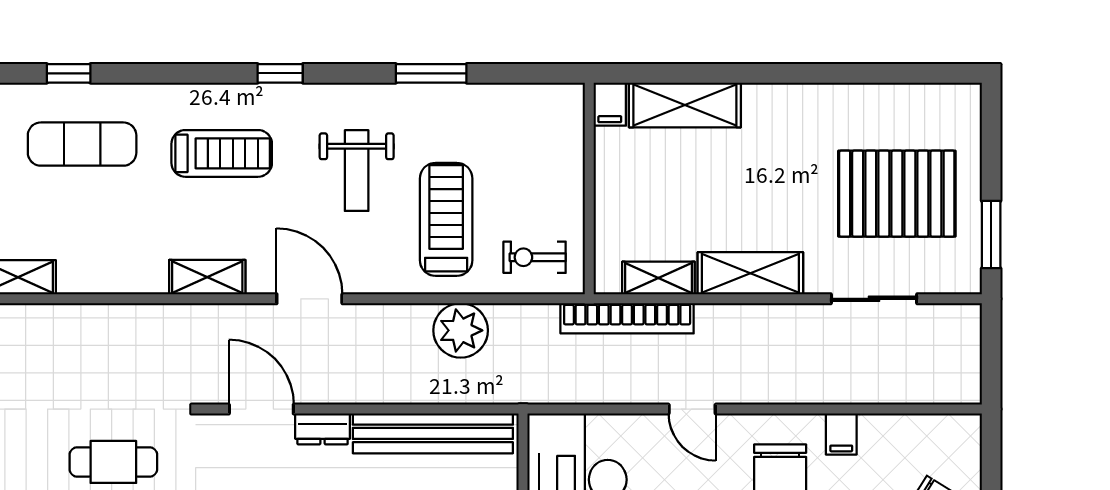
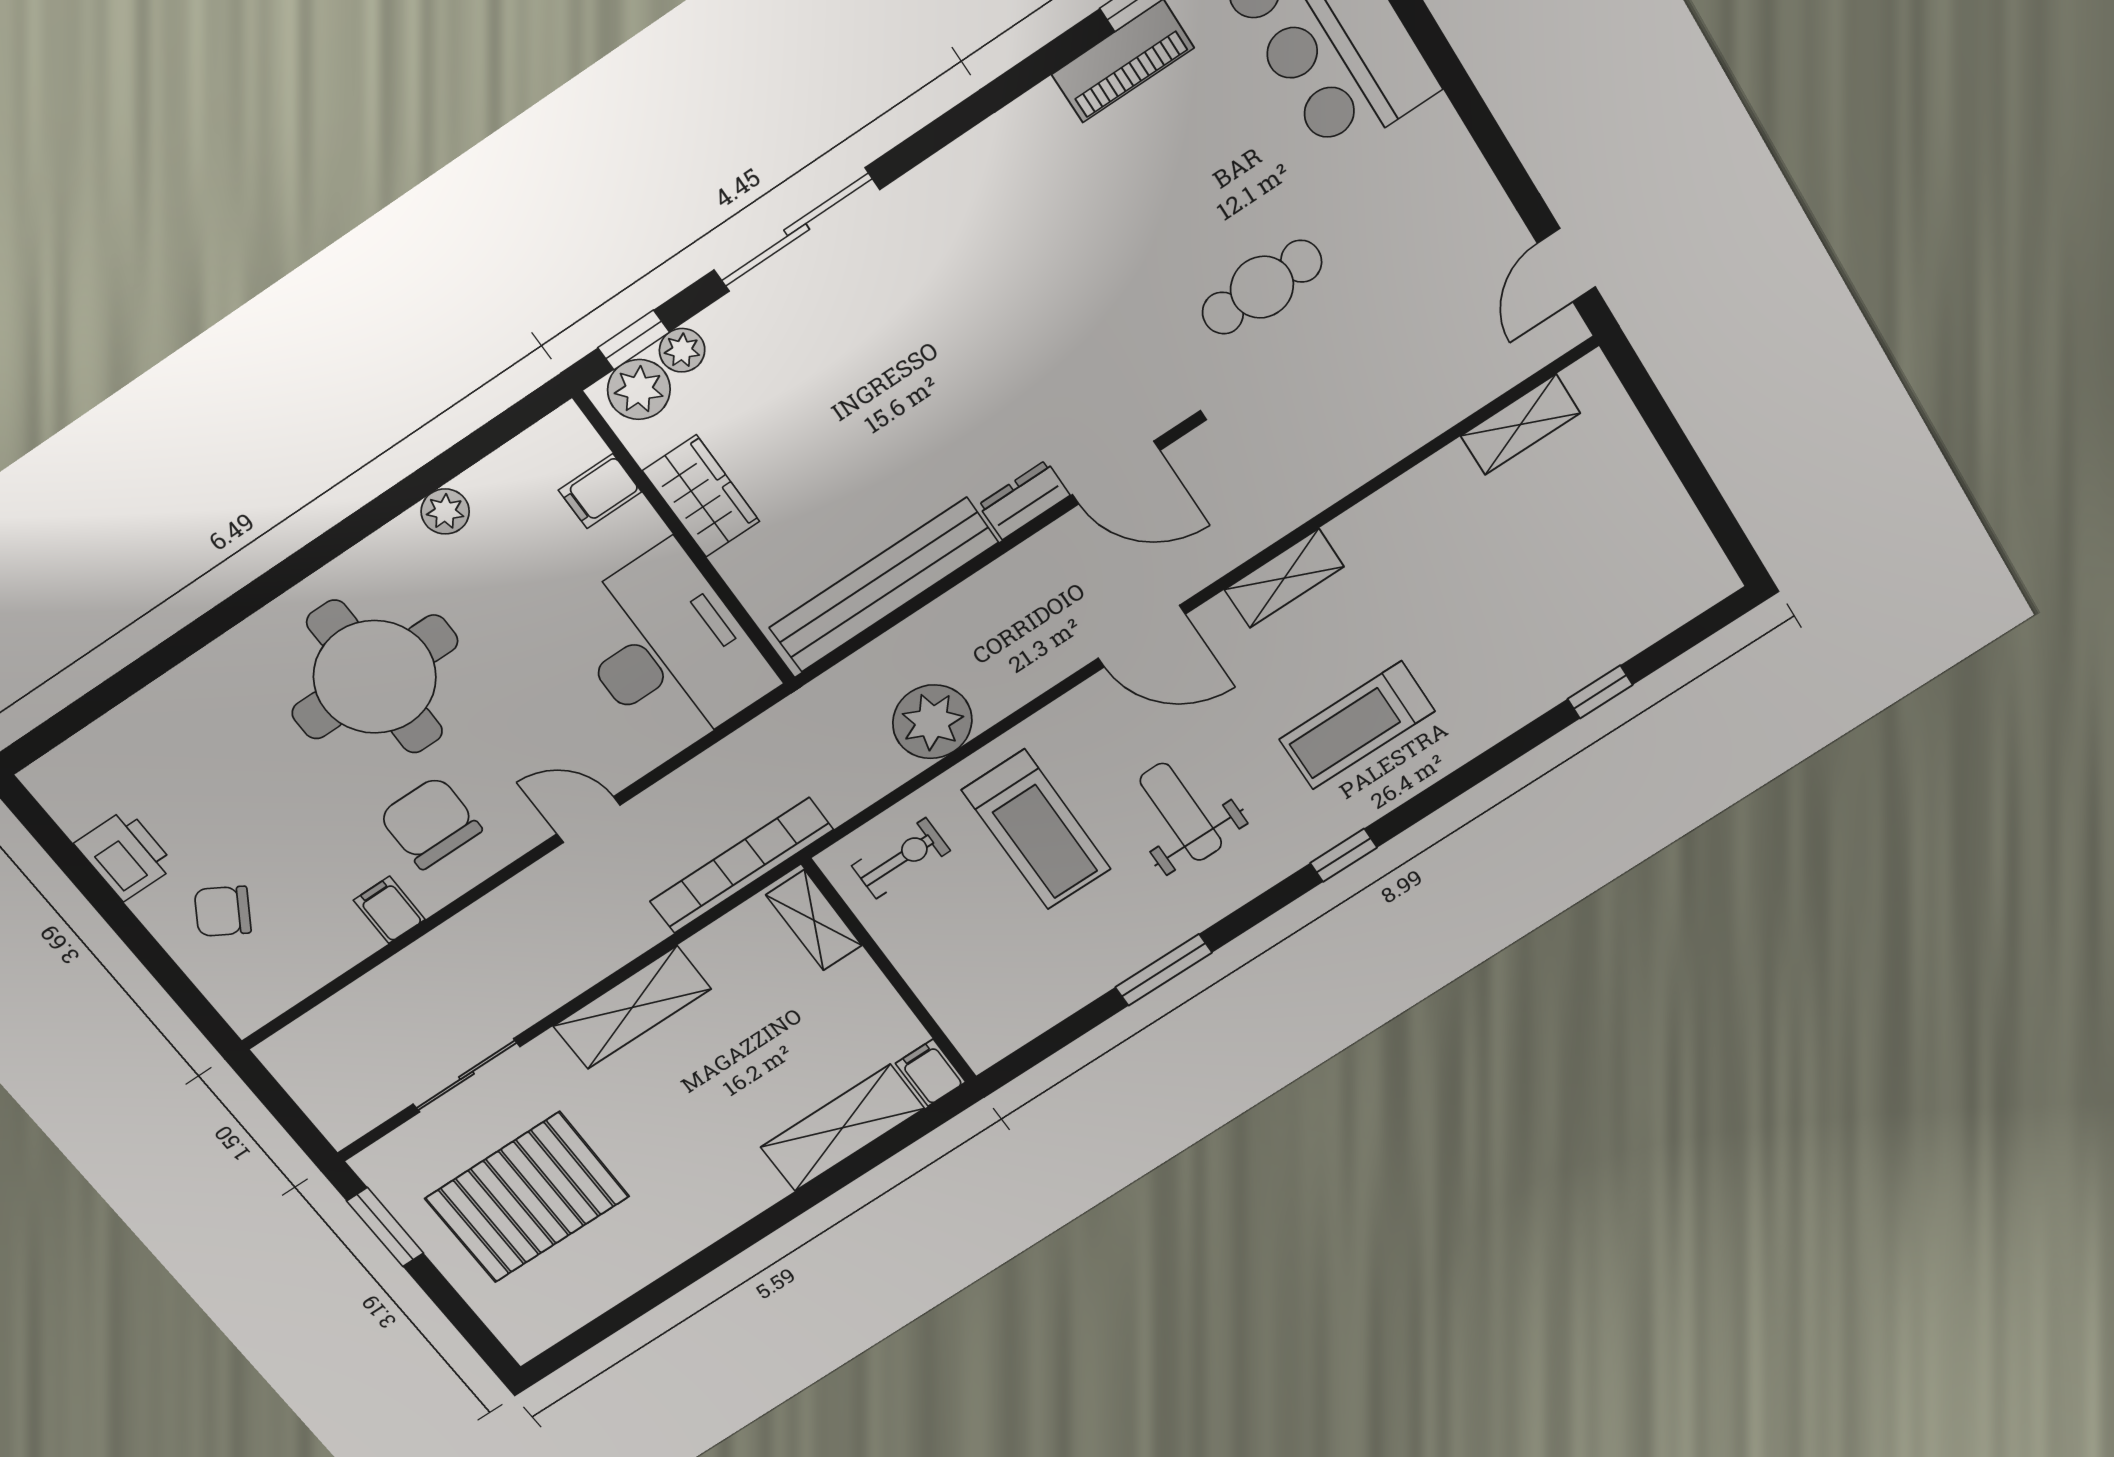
exercise mat: (82, 144) -> (1535, 626), removed
shelving: (658, 278) -> (814, 920), moved, turned 90

